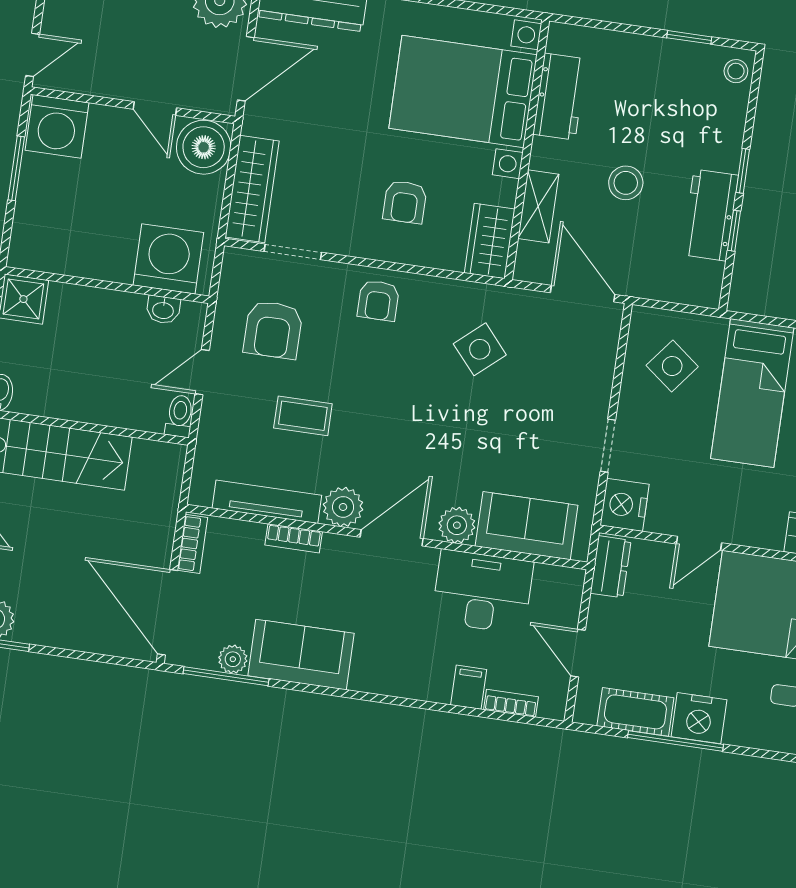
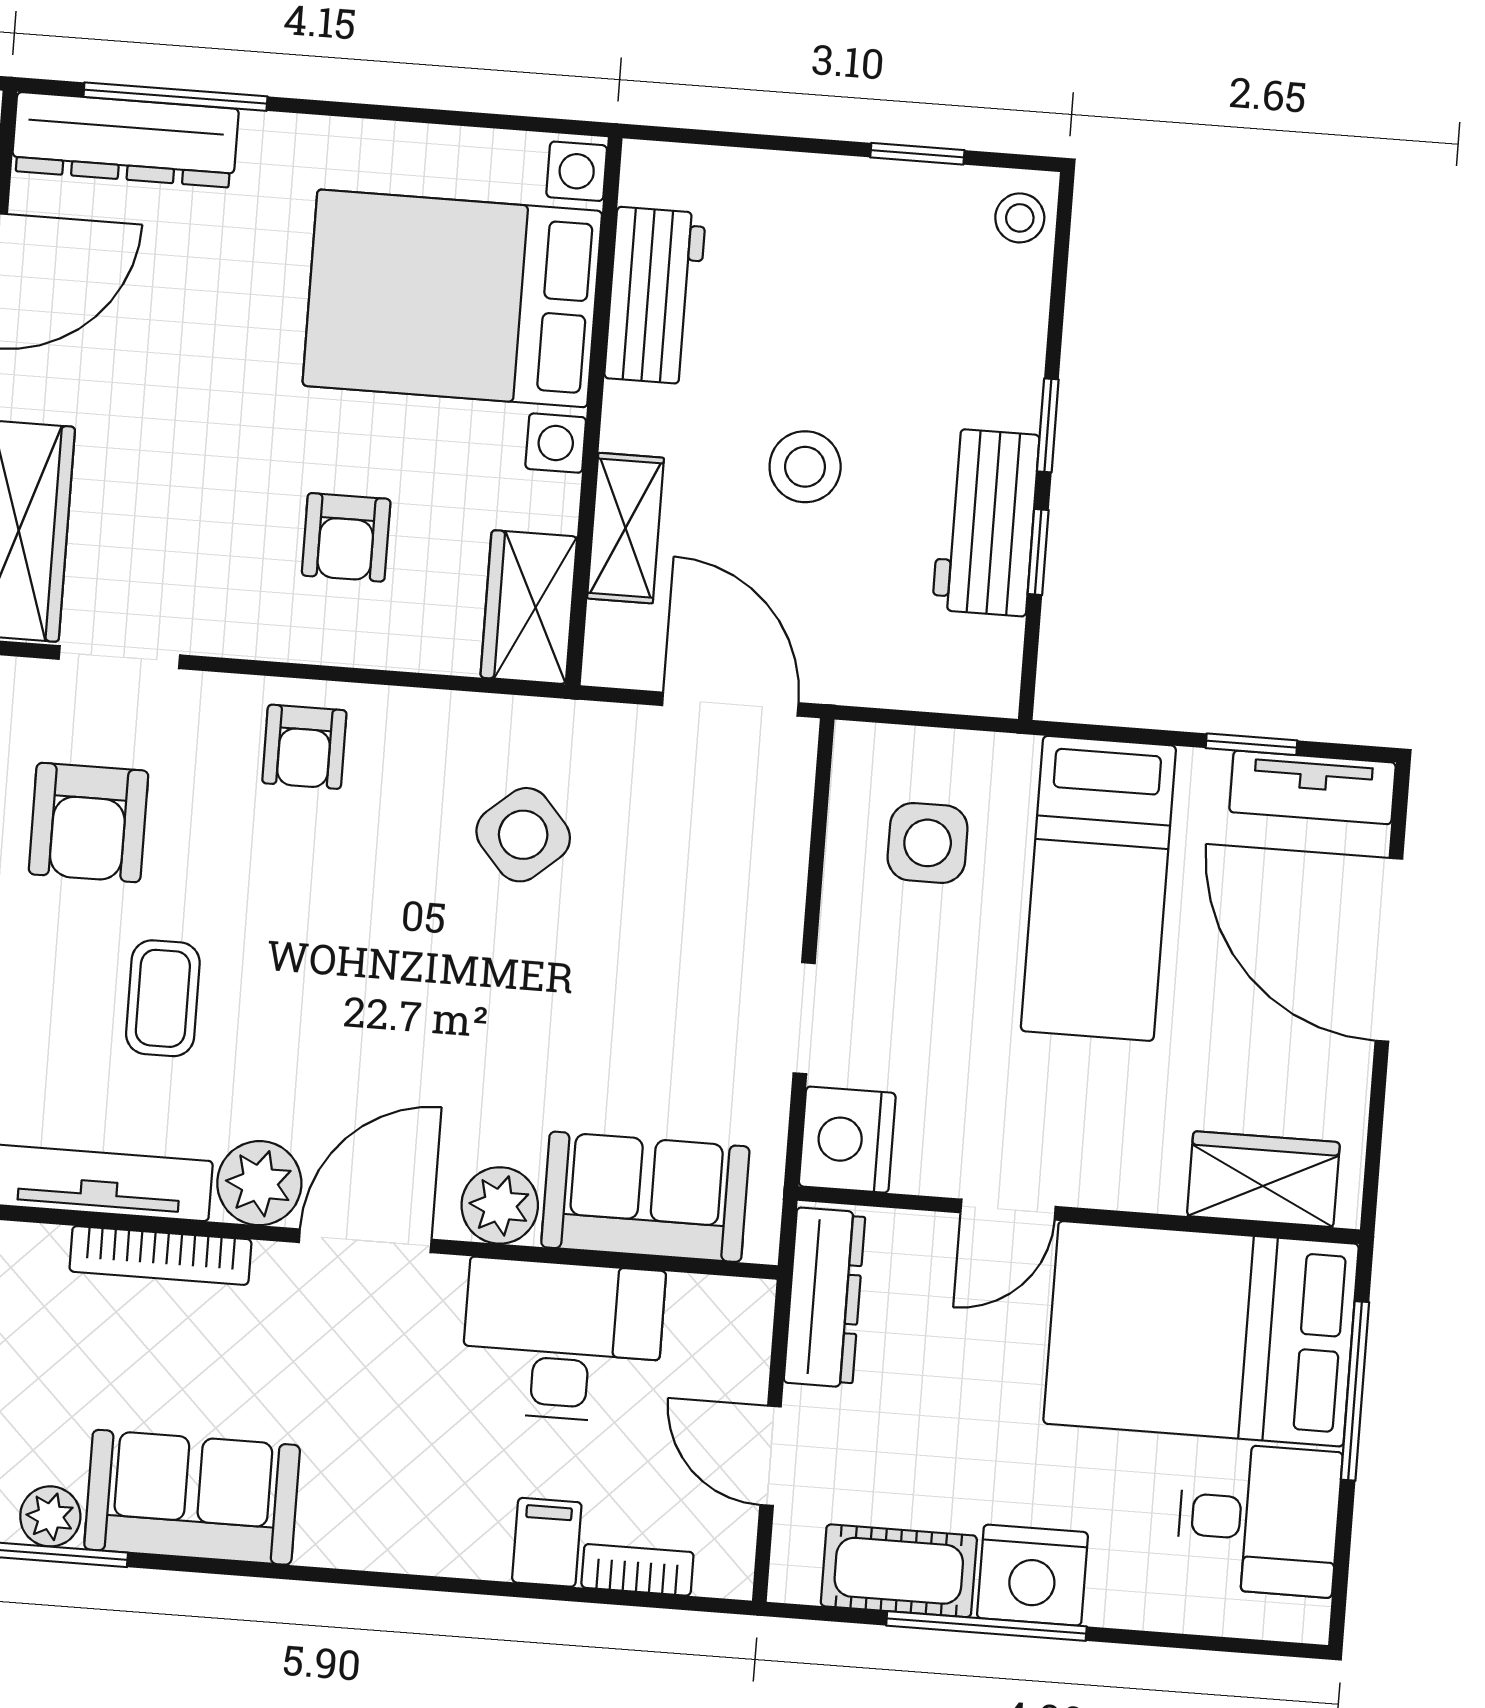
side table: (672, 366) -> (928, 843), turned -38
coffee table: (303, 416) -> (163, 998), turned 90
bookcase: (294, 538) -> (160, 1255), width x1.56
dresser: (611, 567) -> (825, 1298), width x1.44

